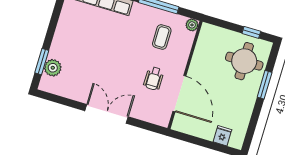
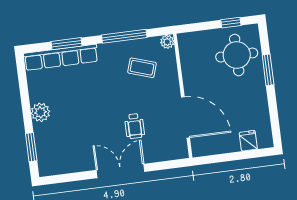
coffee table: (162, 37) -> (142, 68), turned -72
plant: (53, 68) -> (40, 112), moved
wheelchair: (154, 78) -> (135, 126), moved

